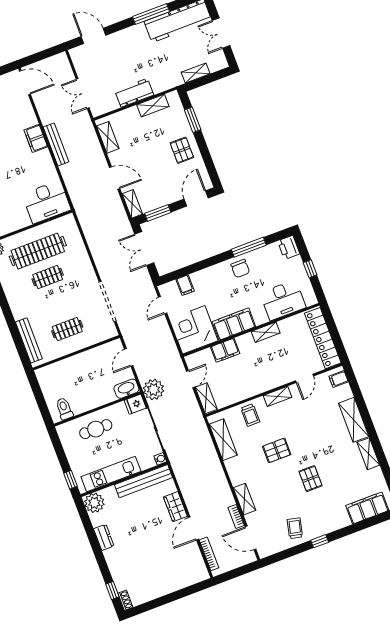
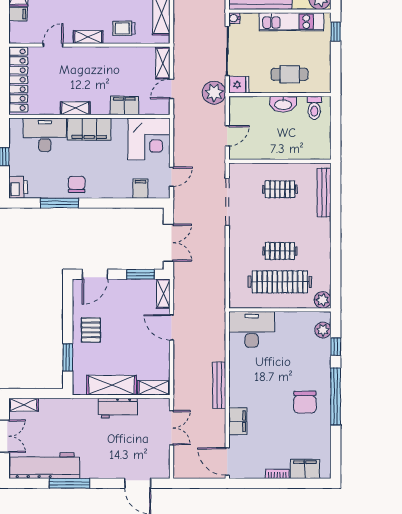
shelving: (196, 73) -> (24, 405), moved
shelving: (153, 106) -> (112, 385), width x1.50, depth x1.33
shelving: (108, 137) -> (154, 388), moved, turned 90
filing cabinet: (36, 138) -> (238, 421), moved
filing cabinet: (234, 324) -> (89, 129), moved
filing cabinet: (339, 379) -> (18, 14), moved
washbasin: (126, 389) -> (283, 104), moved
trolley: (250, 415) -> (124, 28), turned -90

